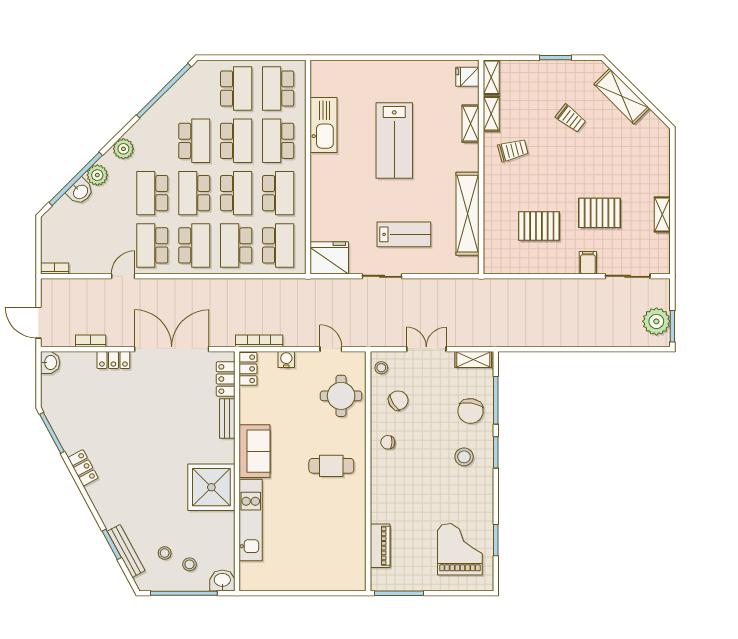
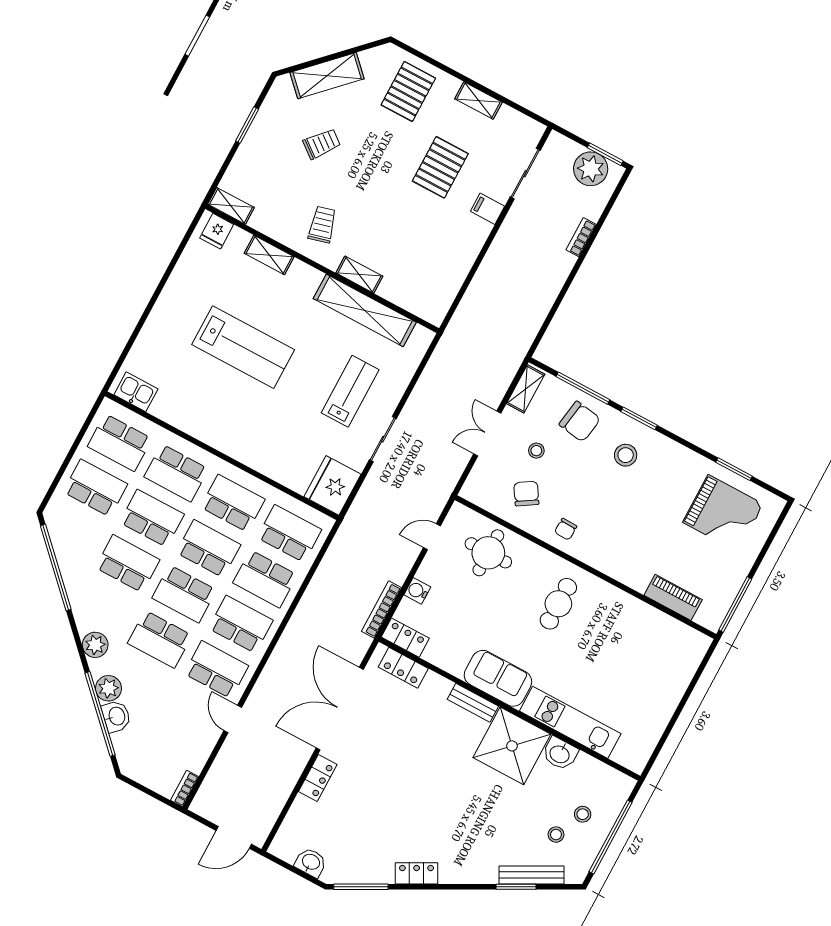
shelving: (491, 114) -> (359, 275), moved
kitchen sink: (324, 125) -> (136, 392), moved, width x0.53, depth x0.81
pallet: (539, 226) -> (408, 91), moved
school desk: (152, 245) -> (216, 670), turned 180
bookcase: (91, 341) -> (581, 237), moved
washbasin: (50, 363) -> (311, 862), moved
stool: (381, 368) -> (536, 451), moved
bench: (227, 419) -> (473, 703), moved
grand piano: (460, 549) -> (723, 513), turned 180
washbasin: (222, 580) -> (560, 754), moved, turned -90

